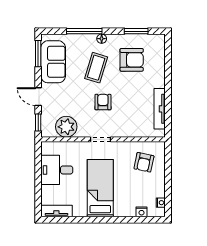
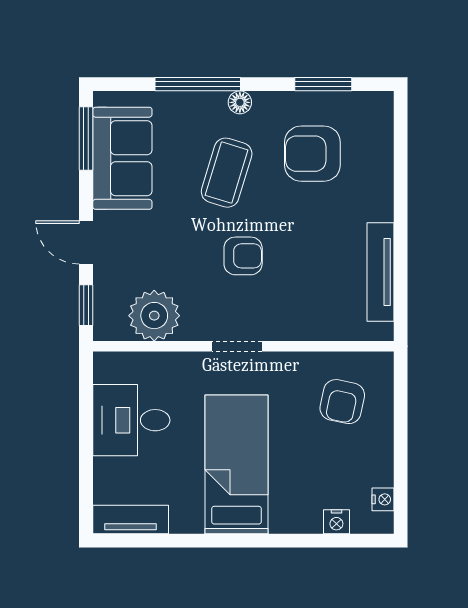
armchair: (132, 60) -> (312, 154), turned 180
armchair: (103, 102) -> (243, 256), turned 90

